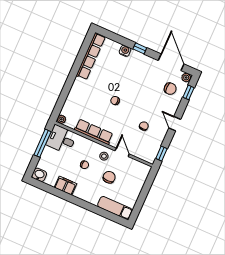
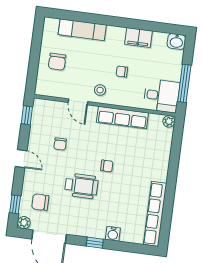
wheelchair: (137, 92) -> (81, 186), added
chair: (109, 177) -> (57, 62), moved
exam couch: (115, 208) -> (82, 30), moved

